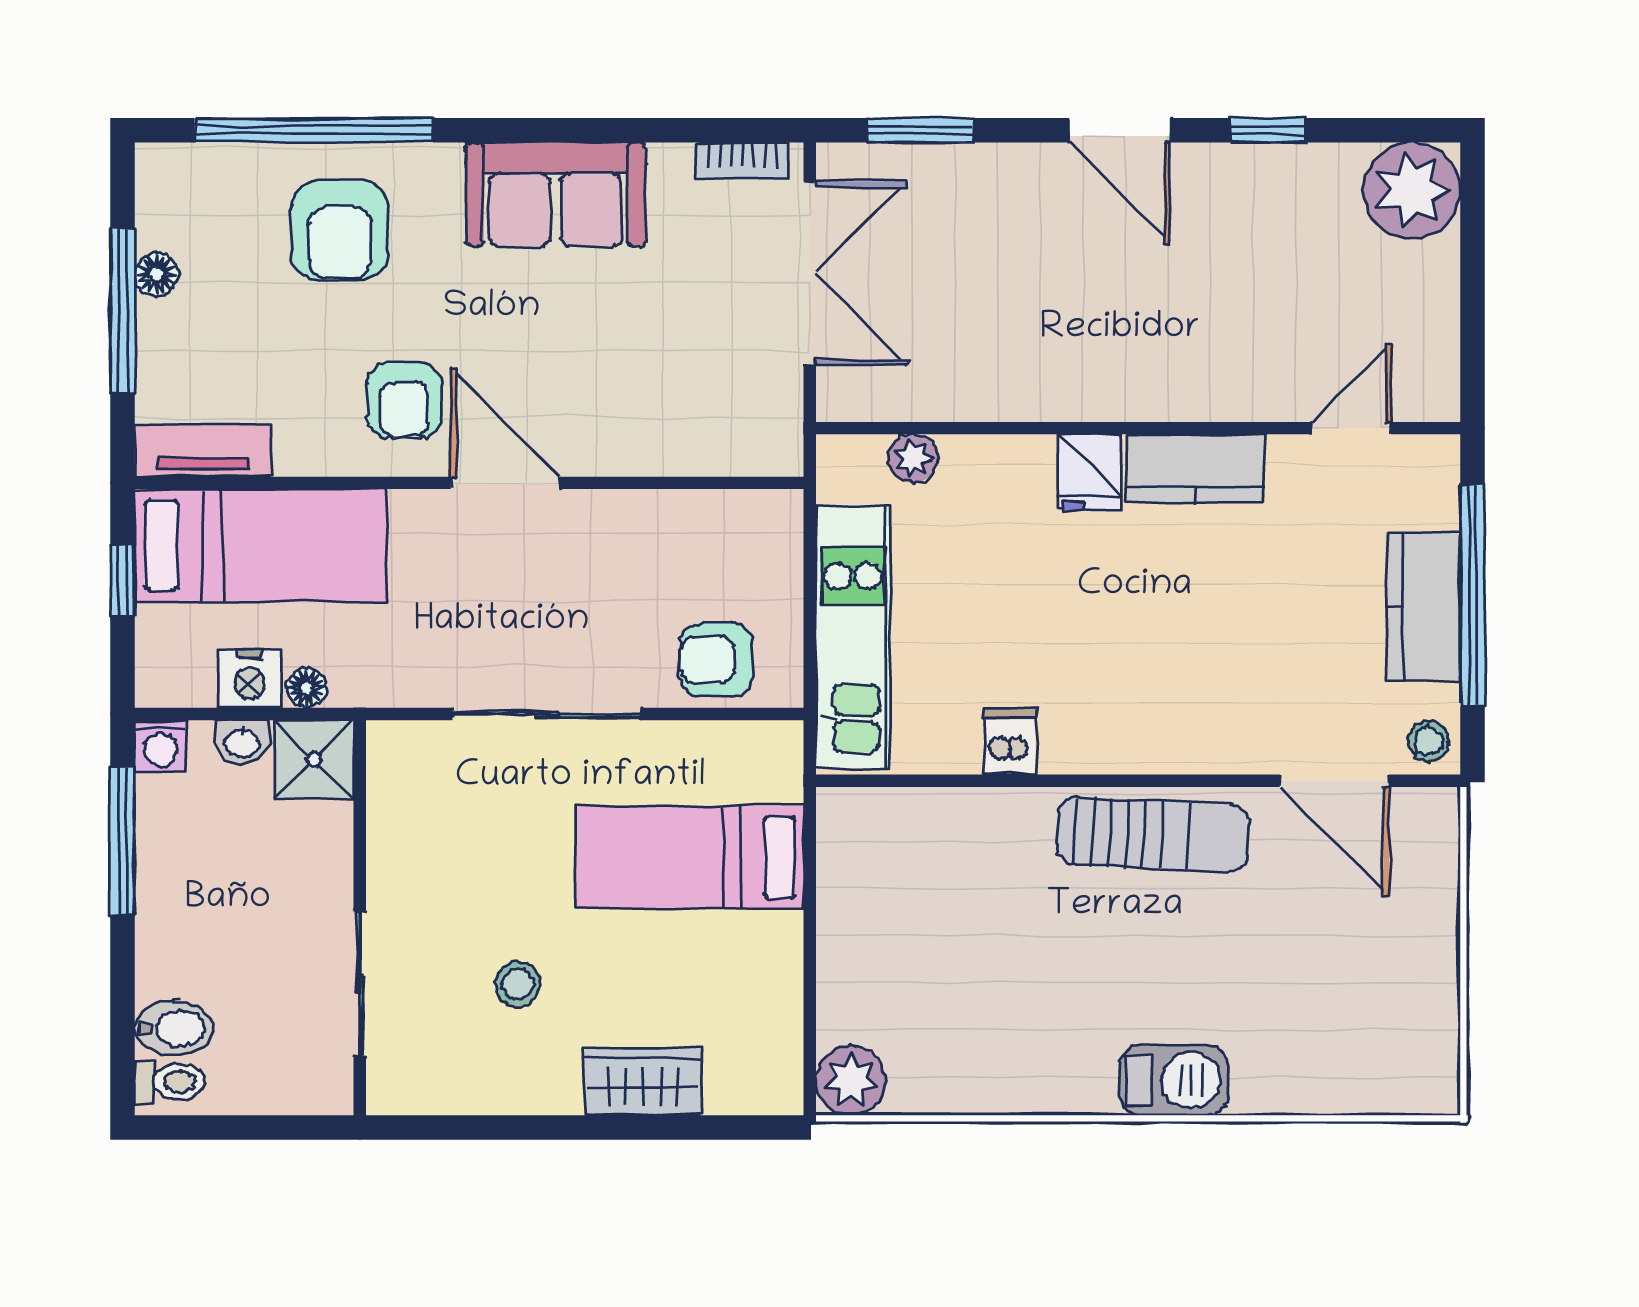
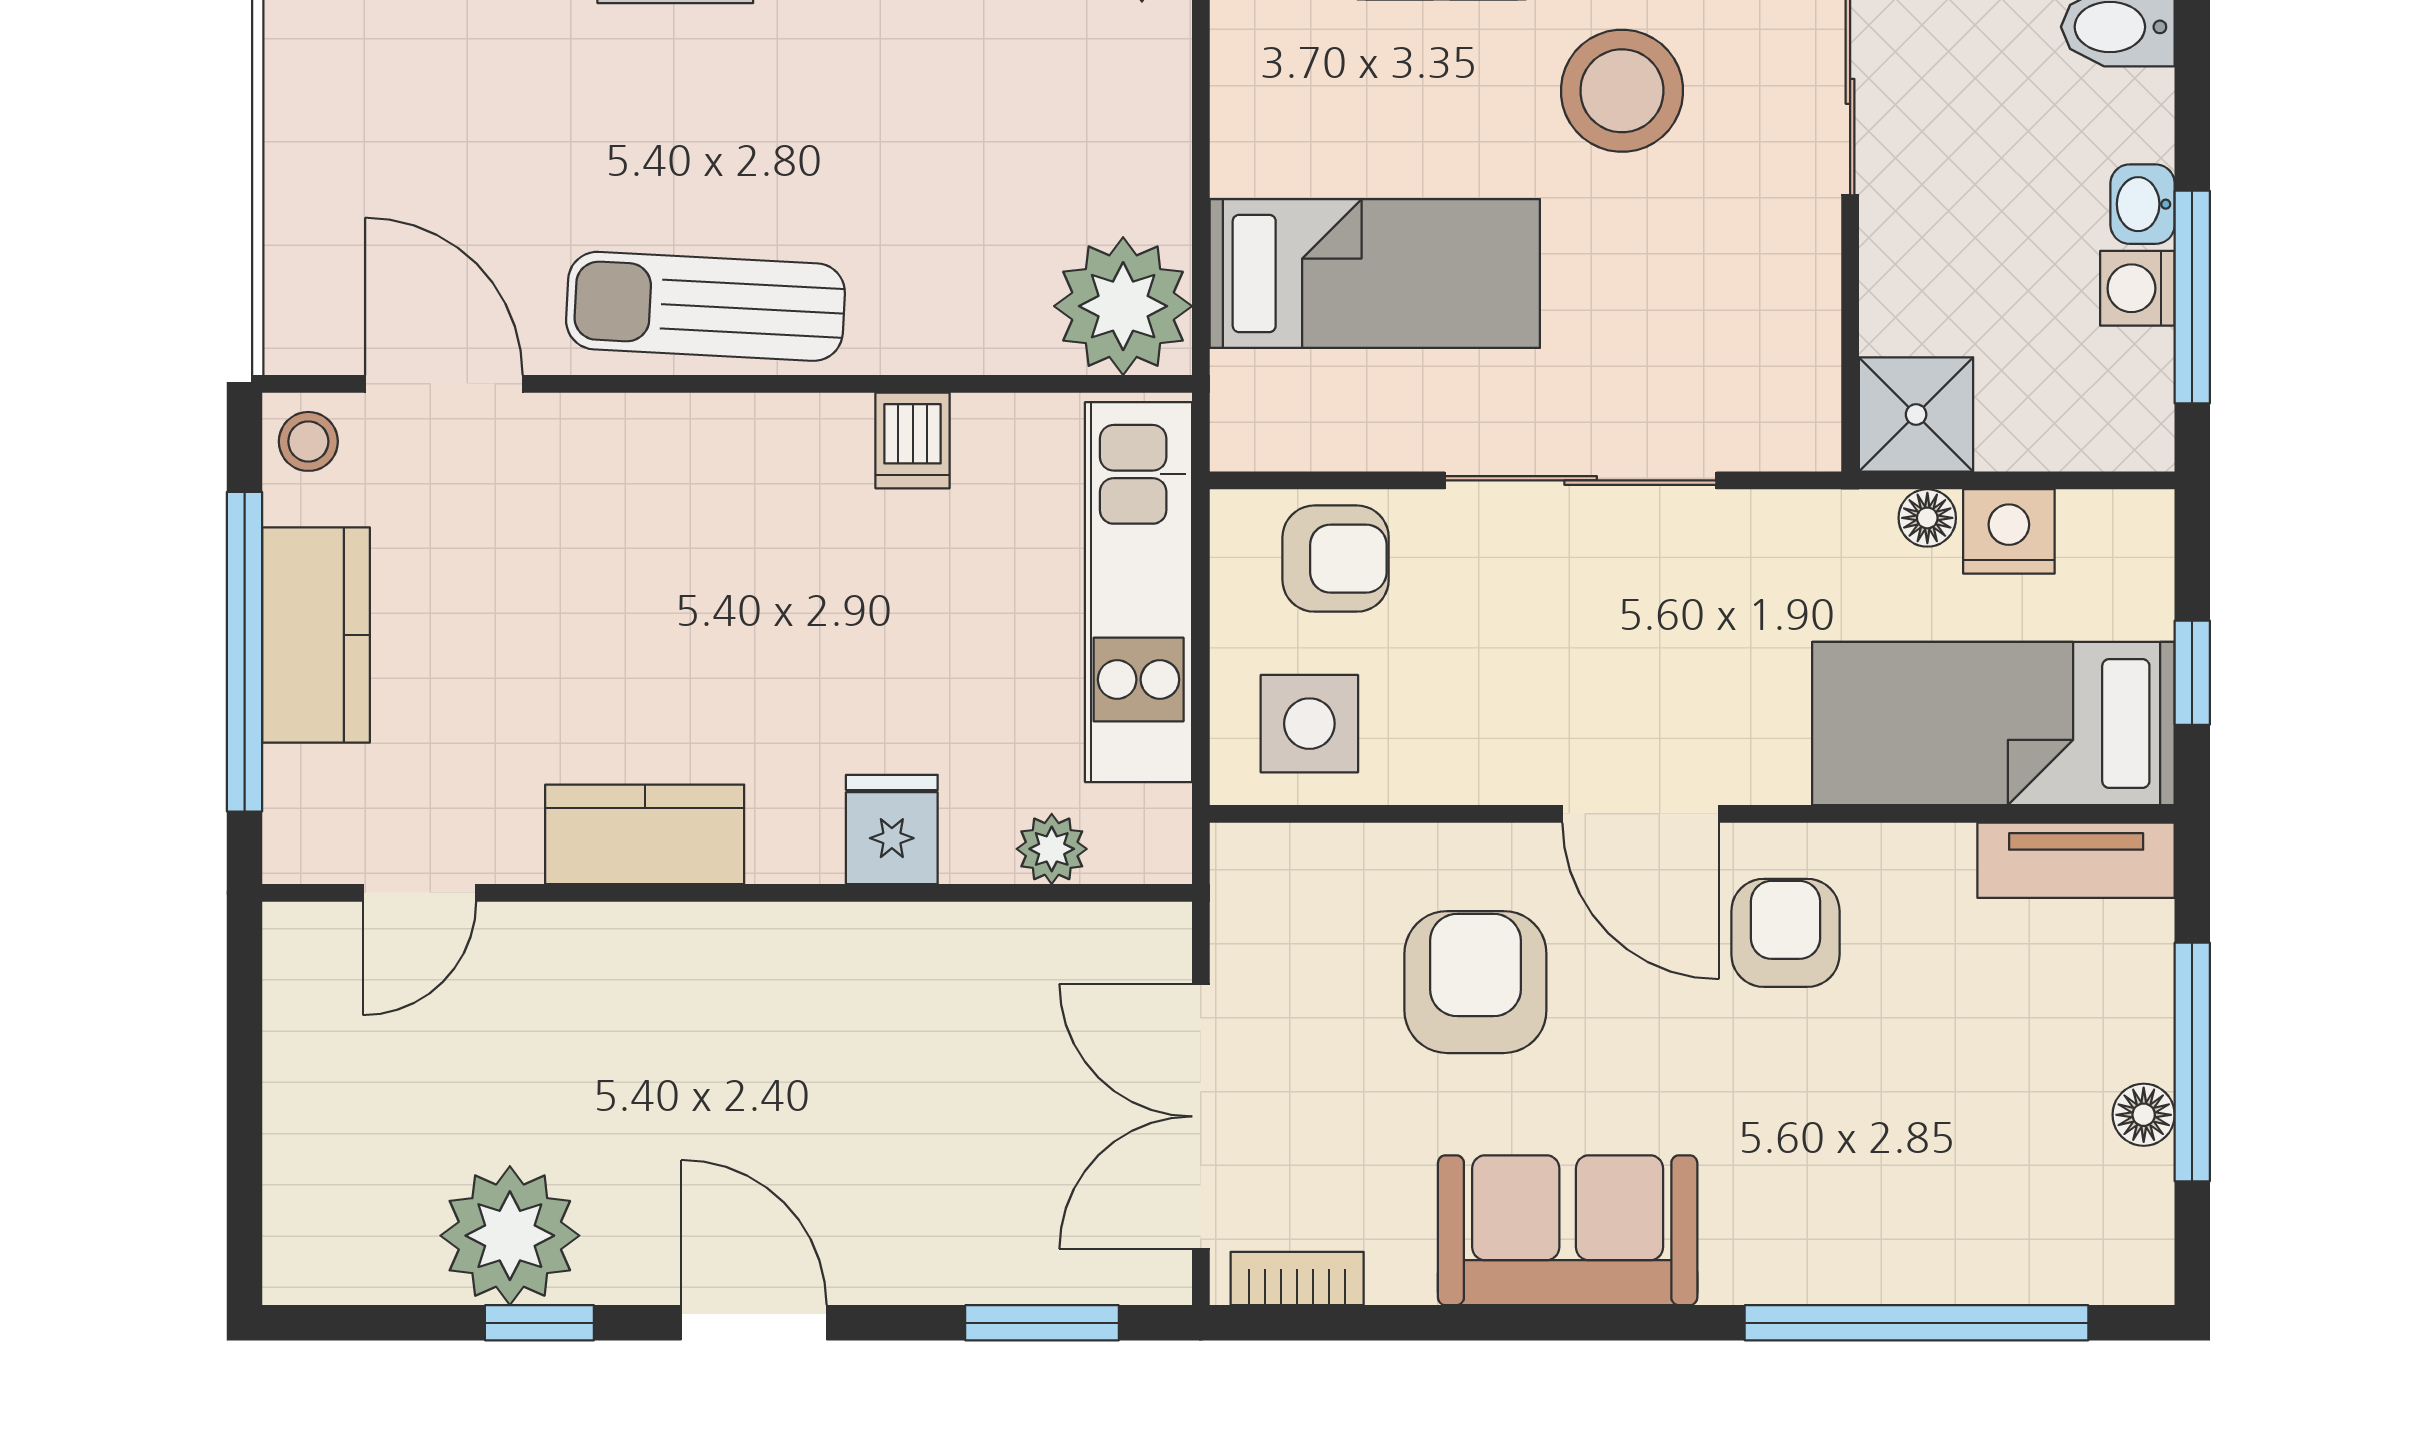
plant: (1412, 191) -> (510, 1236), moved
armchair: (340, 230) -> (1475, 982), moved
fridge: (1090, 472) -> (892, 829), moved
side table: (734, 545) -> (1309, 724), added
washbasin: (242, 742) -> (2143, 204), moved, turned -90
washing machine: (161, 746) -> (2137, 288), moved, turned -90
plant: (864, 835) -> (1123, 306), added
stool: (518, 984) -> (1622, 91), width x1.89, depth x1.89

